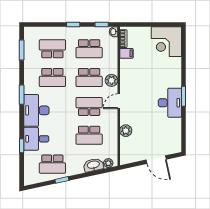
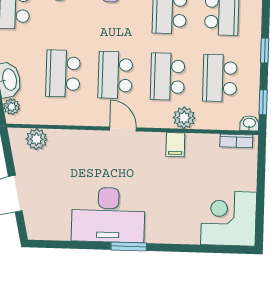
filing cabinet: (126, 53) -> (175, 145), moved
plant: (112, 80) -> (184, 118), moved
desk: (170, 103) -> (108, 215), width x1.36, depth x1.30
school desk: (89, 106) -> (115, 75), turned 180
plant: (126, 131) -> (36, 139), moved

